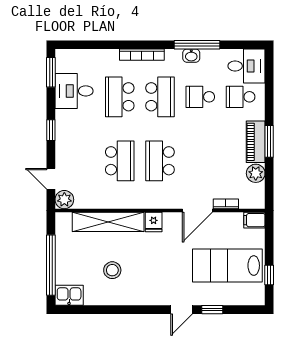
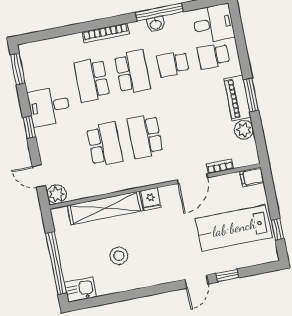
desk: (74, 91) -> (49, 106), moved

